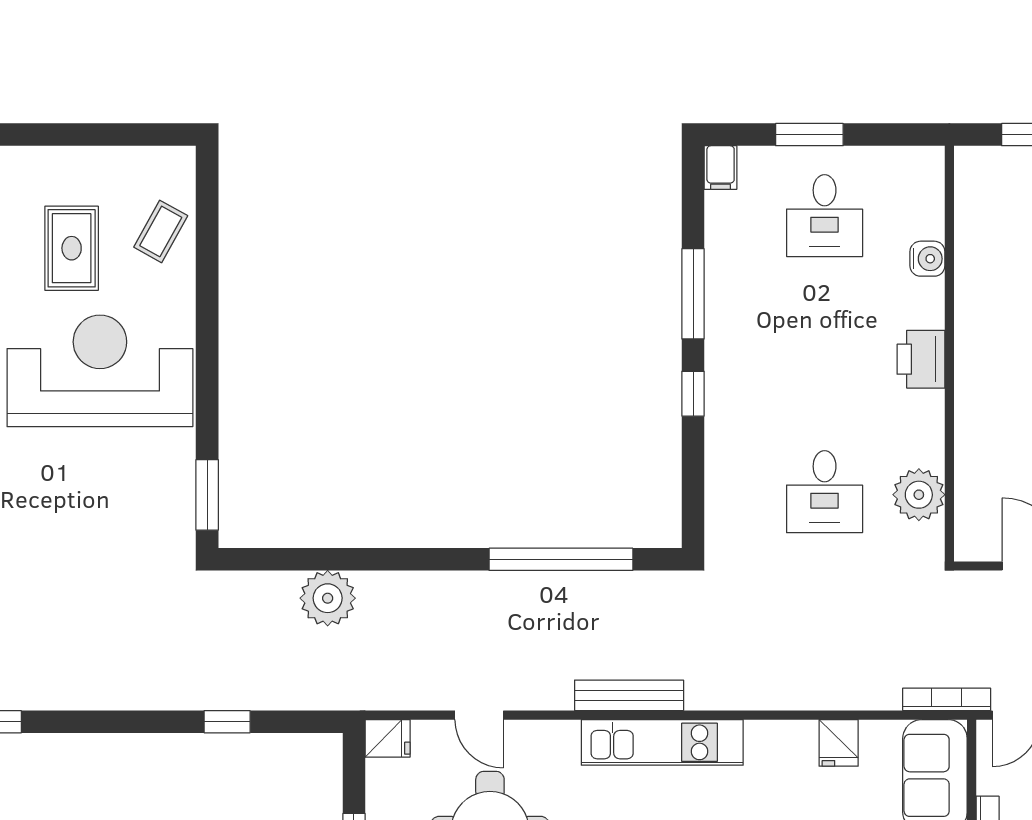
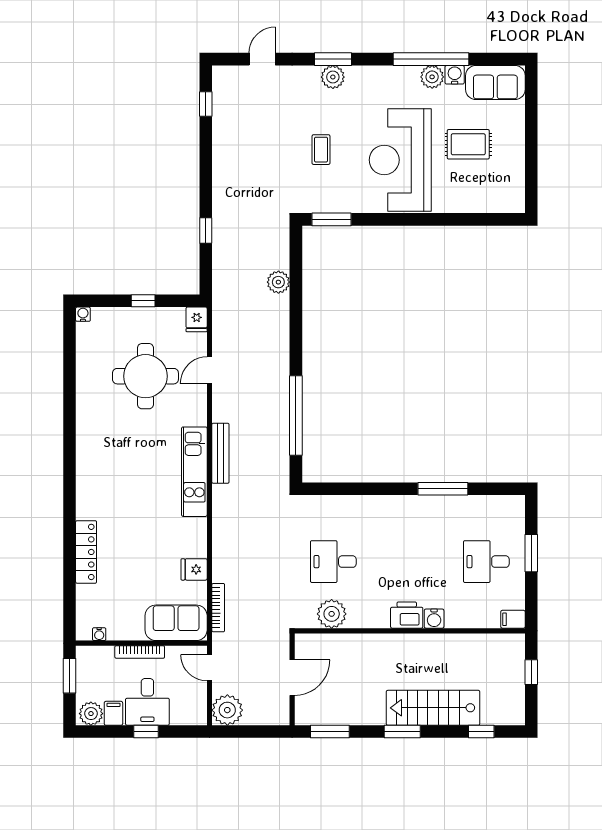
filing cabinet: (721, 168) -> (513, 619), moved
coffee table: (161, 231) -> (321, 150), moved, turned 61
water cooler: (927, 259) -> (434, 619), moved
reception desk: (100, 371) -> (400, 160), turned 180
window: (693, 394) -> (388, 489), removed
plant: (328, 598) -> (278, 282), width x0.73, depth x0.73
bookcase: (947, 699) -> (218, 608), moved

